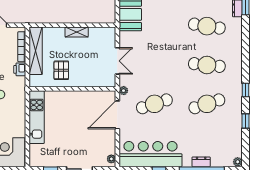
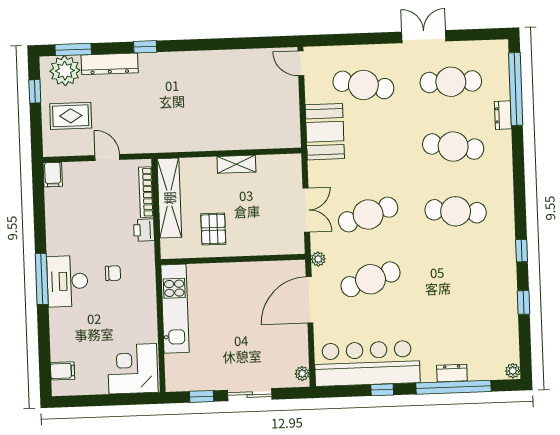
cafe table: (207, 104) -> (368, 214), moved

